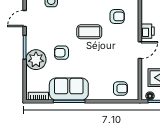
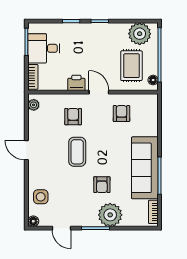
armchair: (117, 16) -> (73, 117), moved
sofa: (69, 89) -> (145, 168), width x1.36
armchair: (120, 89) -> (121, 114), moved

